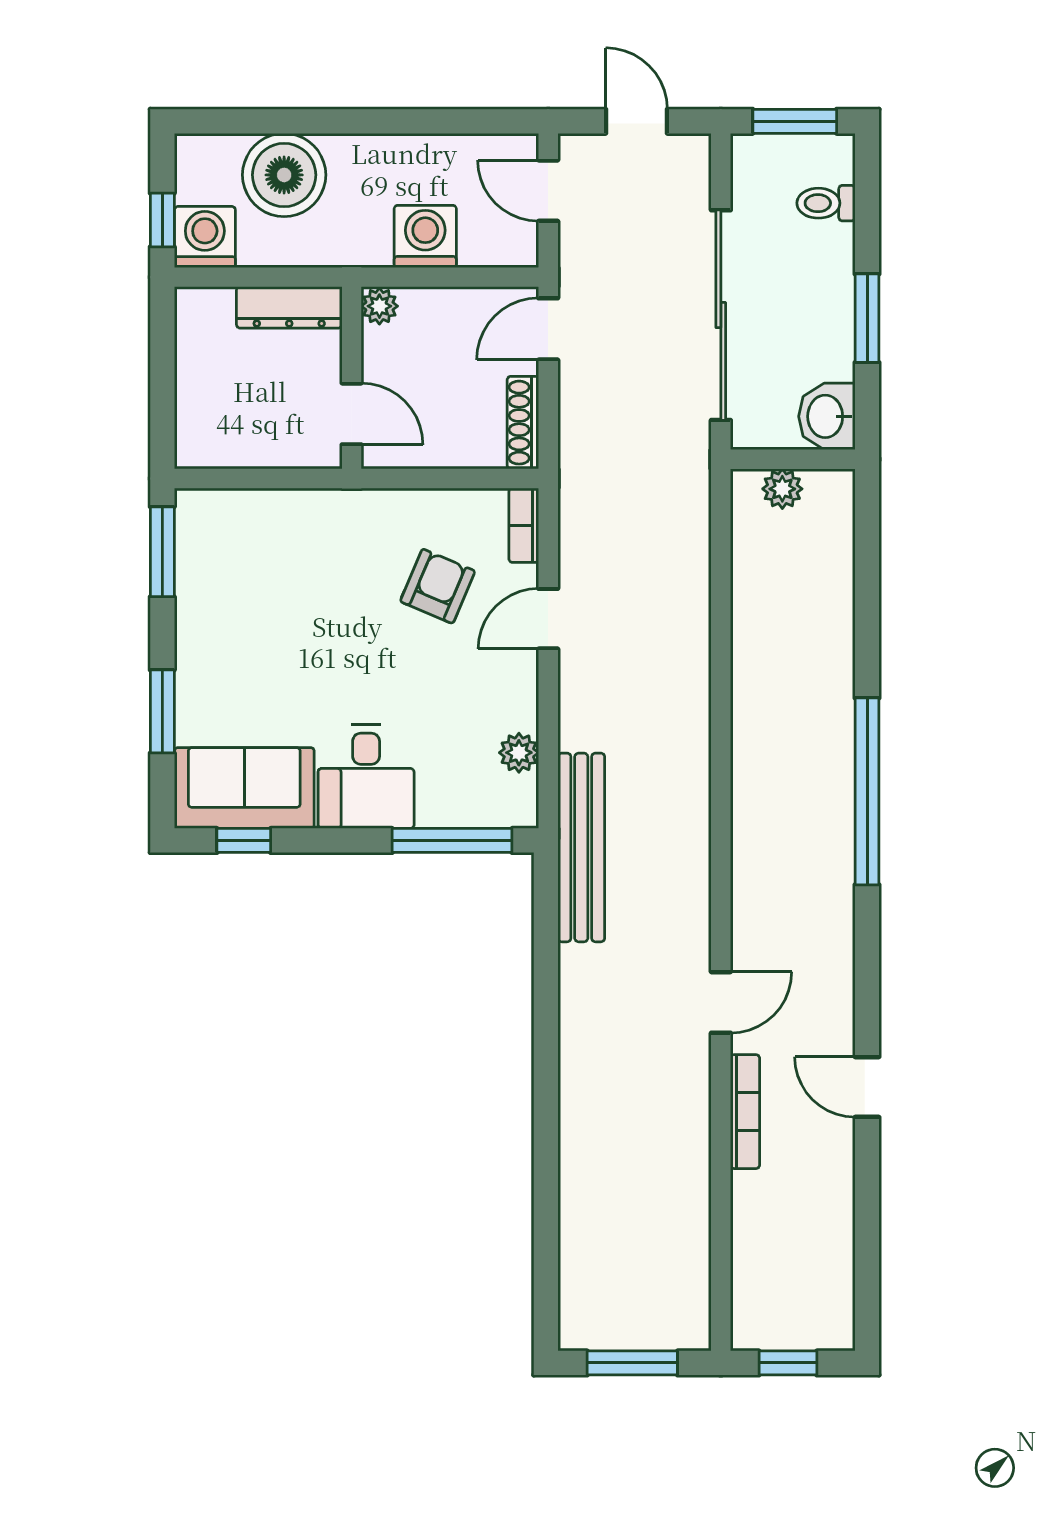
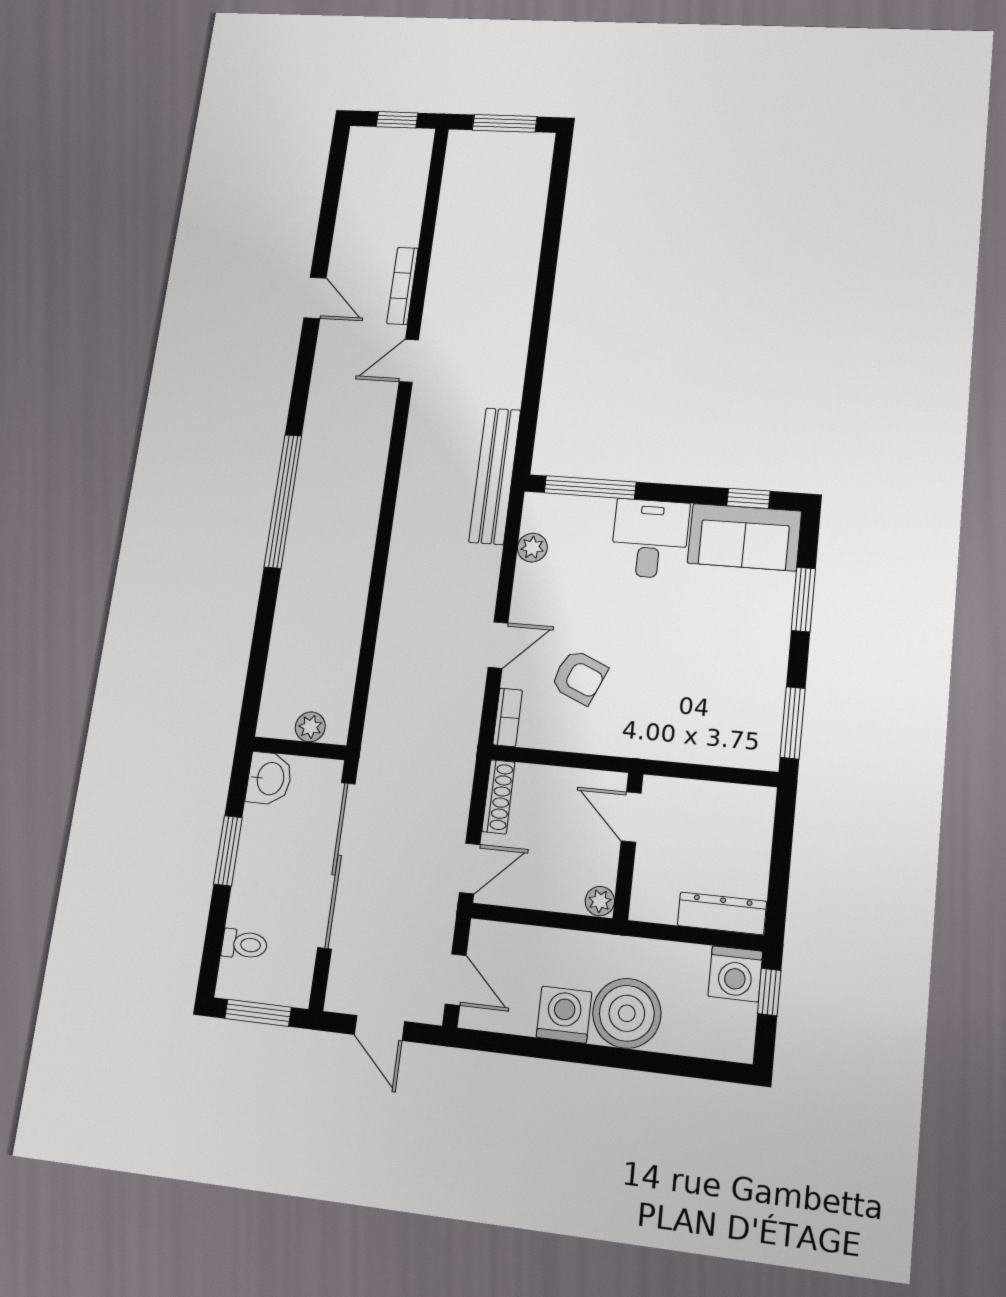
boiler: (284, 175) -> (627, 1013), moved
washing machine: (425, 236) -> (564, 1015), moved, turned 180
dresser: (289, 307) -> (722, 913), moved
armchair: (438, 586) -> (579, 677), turned -90

